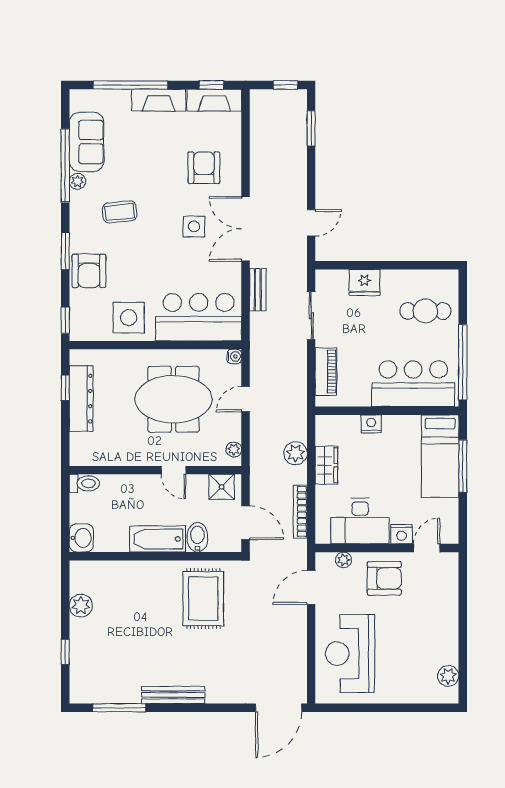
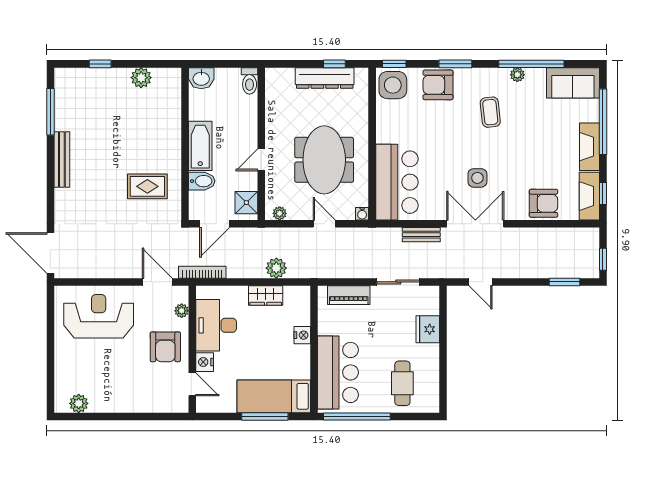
sofa: (87, 142) -> (573, 83), moved
armchair: (204, 168) -> (543, 203), moved
side table: (129, 318) -> (393, 85), moved
bookcase: (300, 512) -> (202, 272), moved
rug: (203, 599) -> (147, 186), width x0.73, depth x0.70

